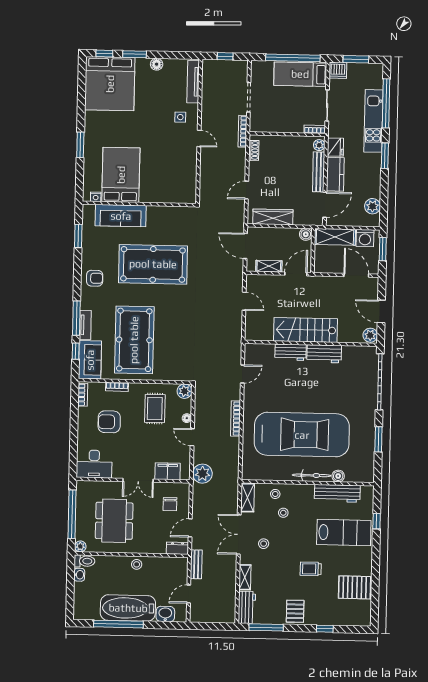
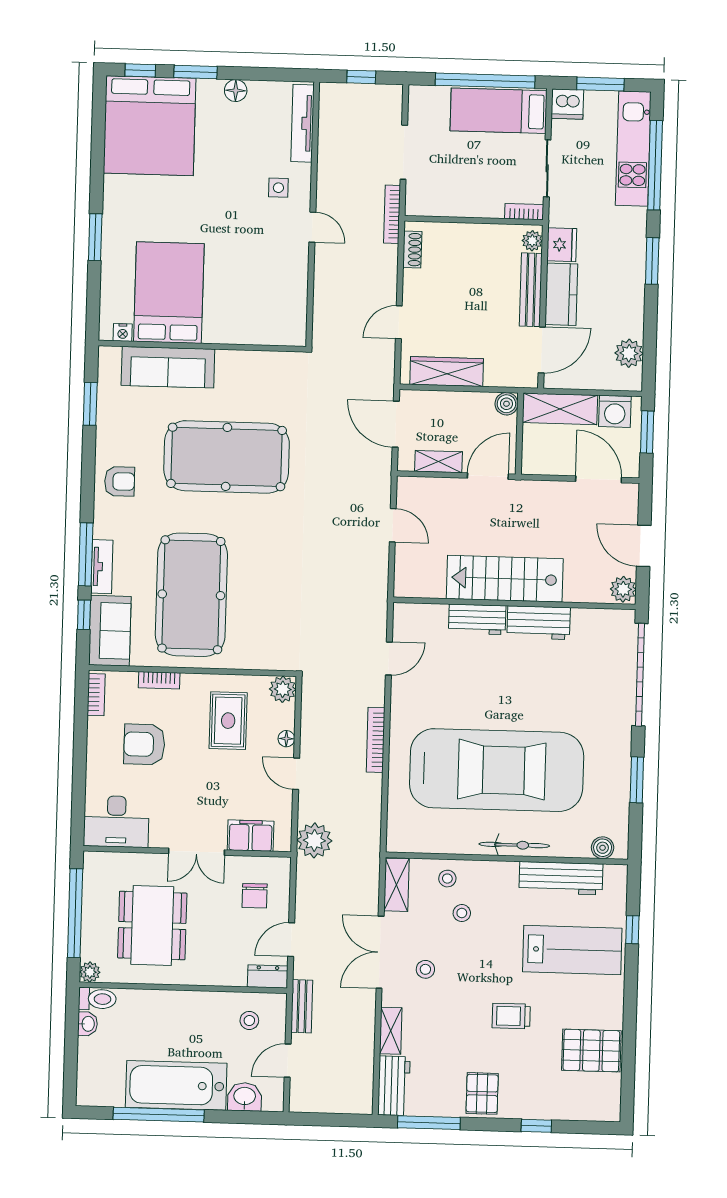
kitchen unit: (373, 121) -> (633, 149), moved
boiler: (338, 476) -> (603, 848), moved
stool: (137, 564) -> (249, 1020), moved

